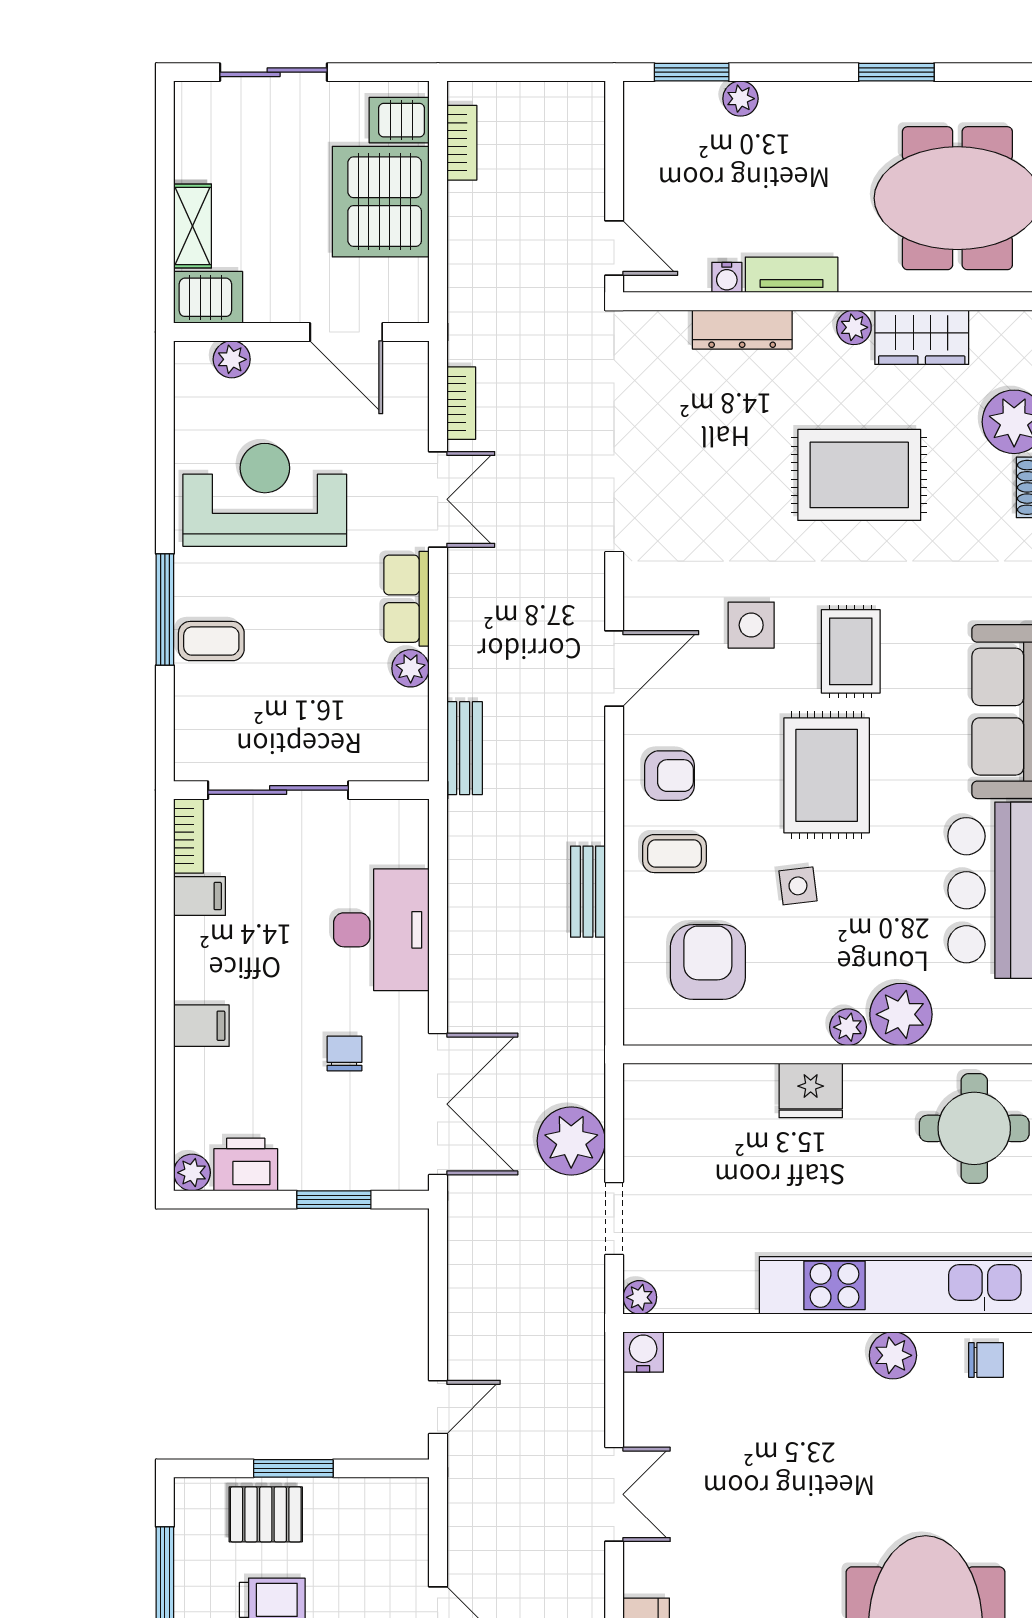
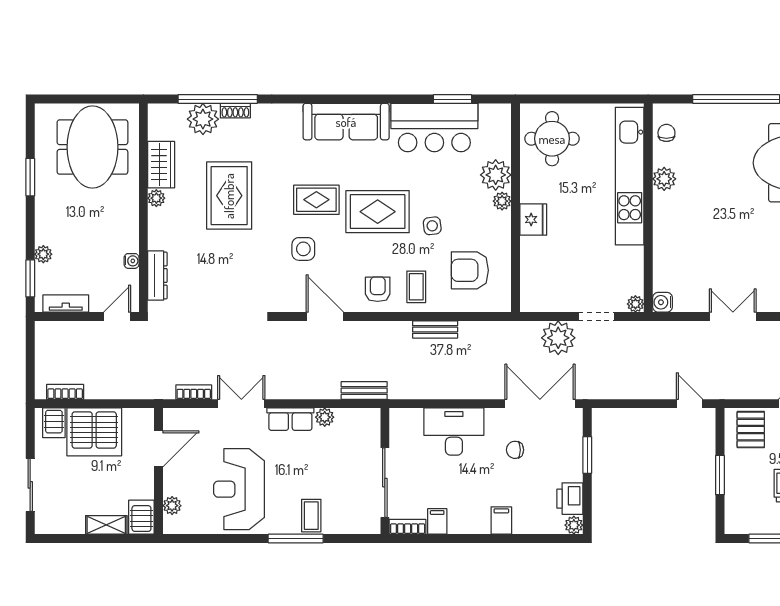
tv unit: (792, 275) -> (66, 304), moved, turned 90
dresser: (742, 330) -> (157, 276), moved
pallet: (266, 1514) -> (751, 430), moved

